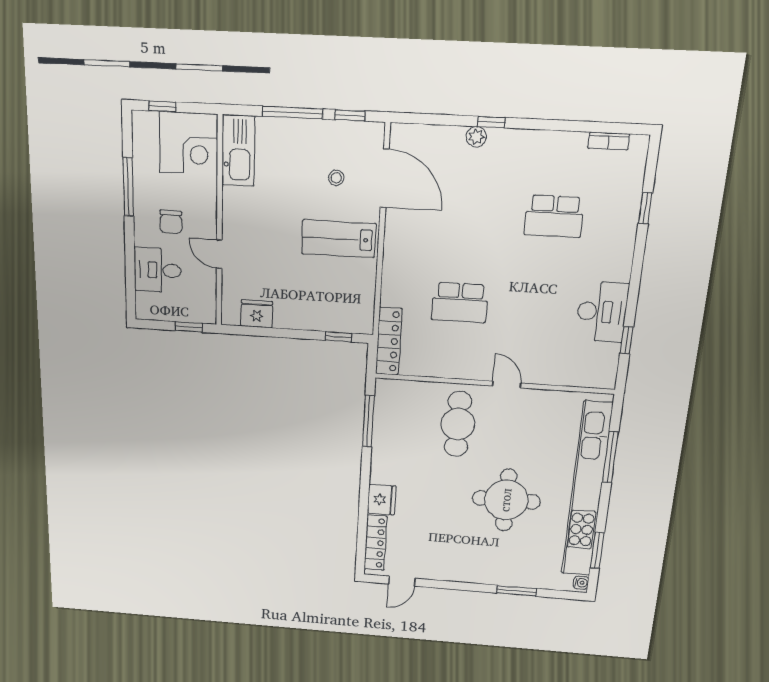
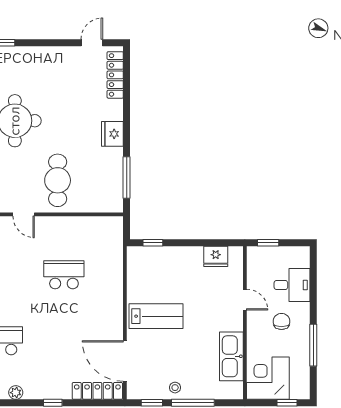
plant: (476, 137) -> (16, 393), moved
kitchen sink: (238, 151) -> (231, 356), moved
stool: (336, 178) -> (175, 388), moved
locker: (389, 341) -> (97, 391), moved, turned 90
fridge: (382, 500) -> (112, 134), moved

